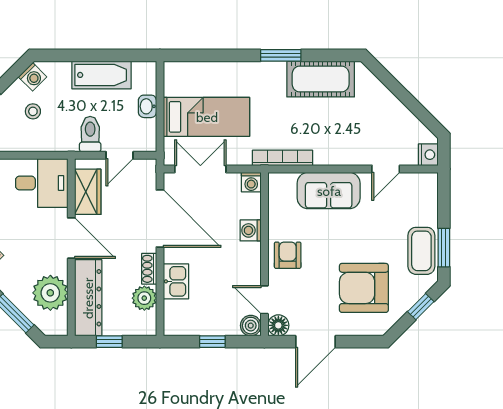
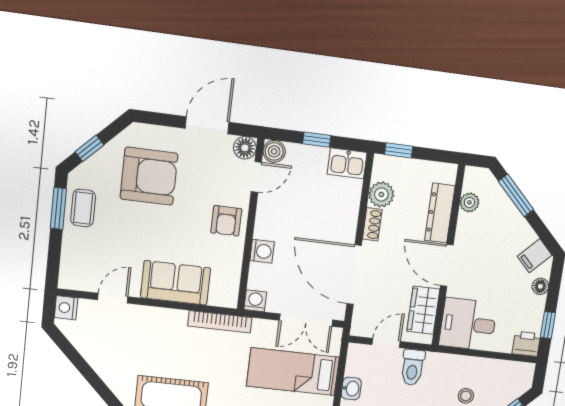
coffee table: (421, 251) -> (83, 208), width x0.73, depth x0.77
kitchen sink: (176, 281) -> (347, 163), moved, turned -90
plant: (50, 293) -> (469, 202), width x0.53, depth x0.53
dresser: (88, 298) -> (440, 213), width x0.73, depth x0.80
door: (264, 300) -> (256, 177), hinge flipped
window: (109, 342) -> (399, 150), moved

